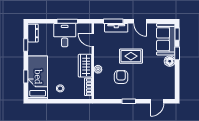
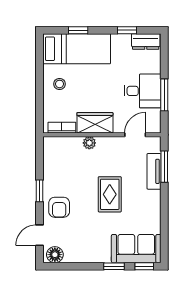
door: (140, 21) -> (164, 209), removed
floor lamp: (170, 61) -> (55, 255), moved
armchair: (121, 77) -> (59, 207), moved, turned 90
door: (157, 101) -> (40, 235), hinge flipped

